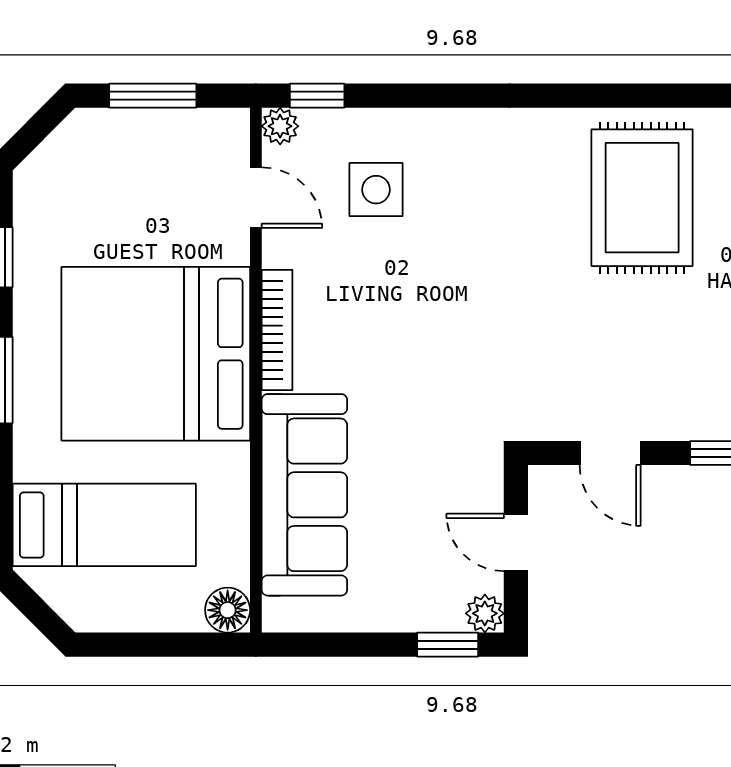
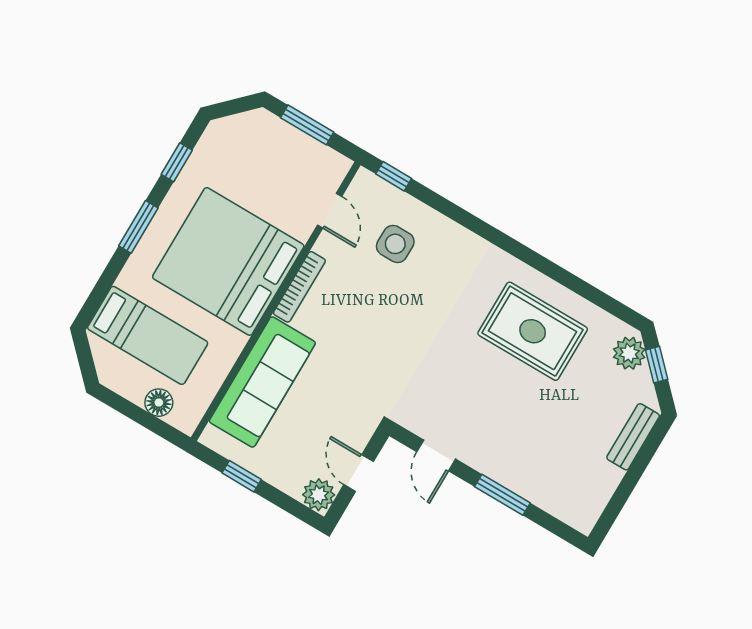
plant: (280, 126) -> (365, 181), removed
rug: (642, 198) -> (533, 331), turned 90
floor lamp: (228, 610) -> (159, 403), moved
plant: (485, 613) -> (319, 495), width x1.38, depth x1.38
window: (448, 645) -> (242, 476), moved

